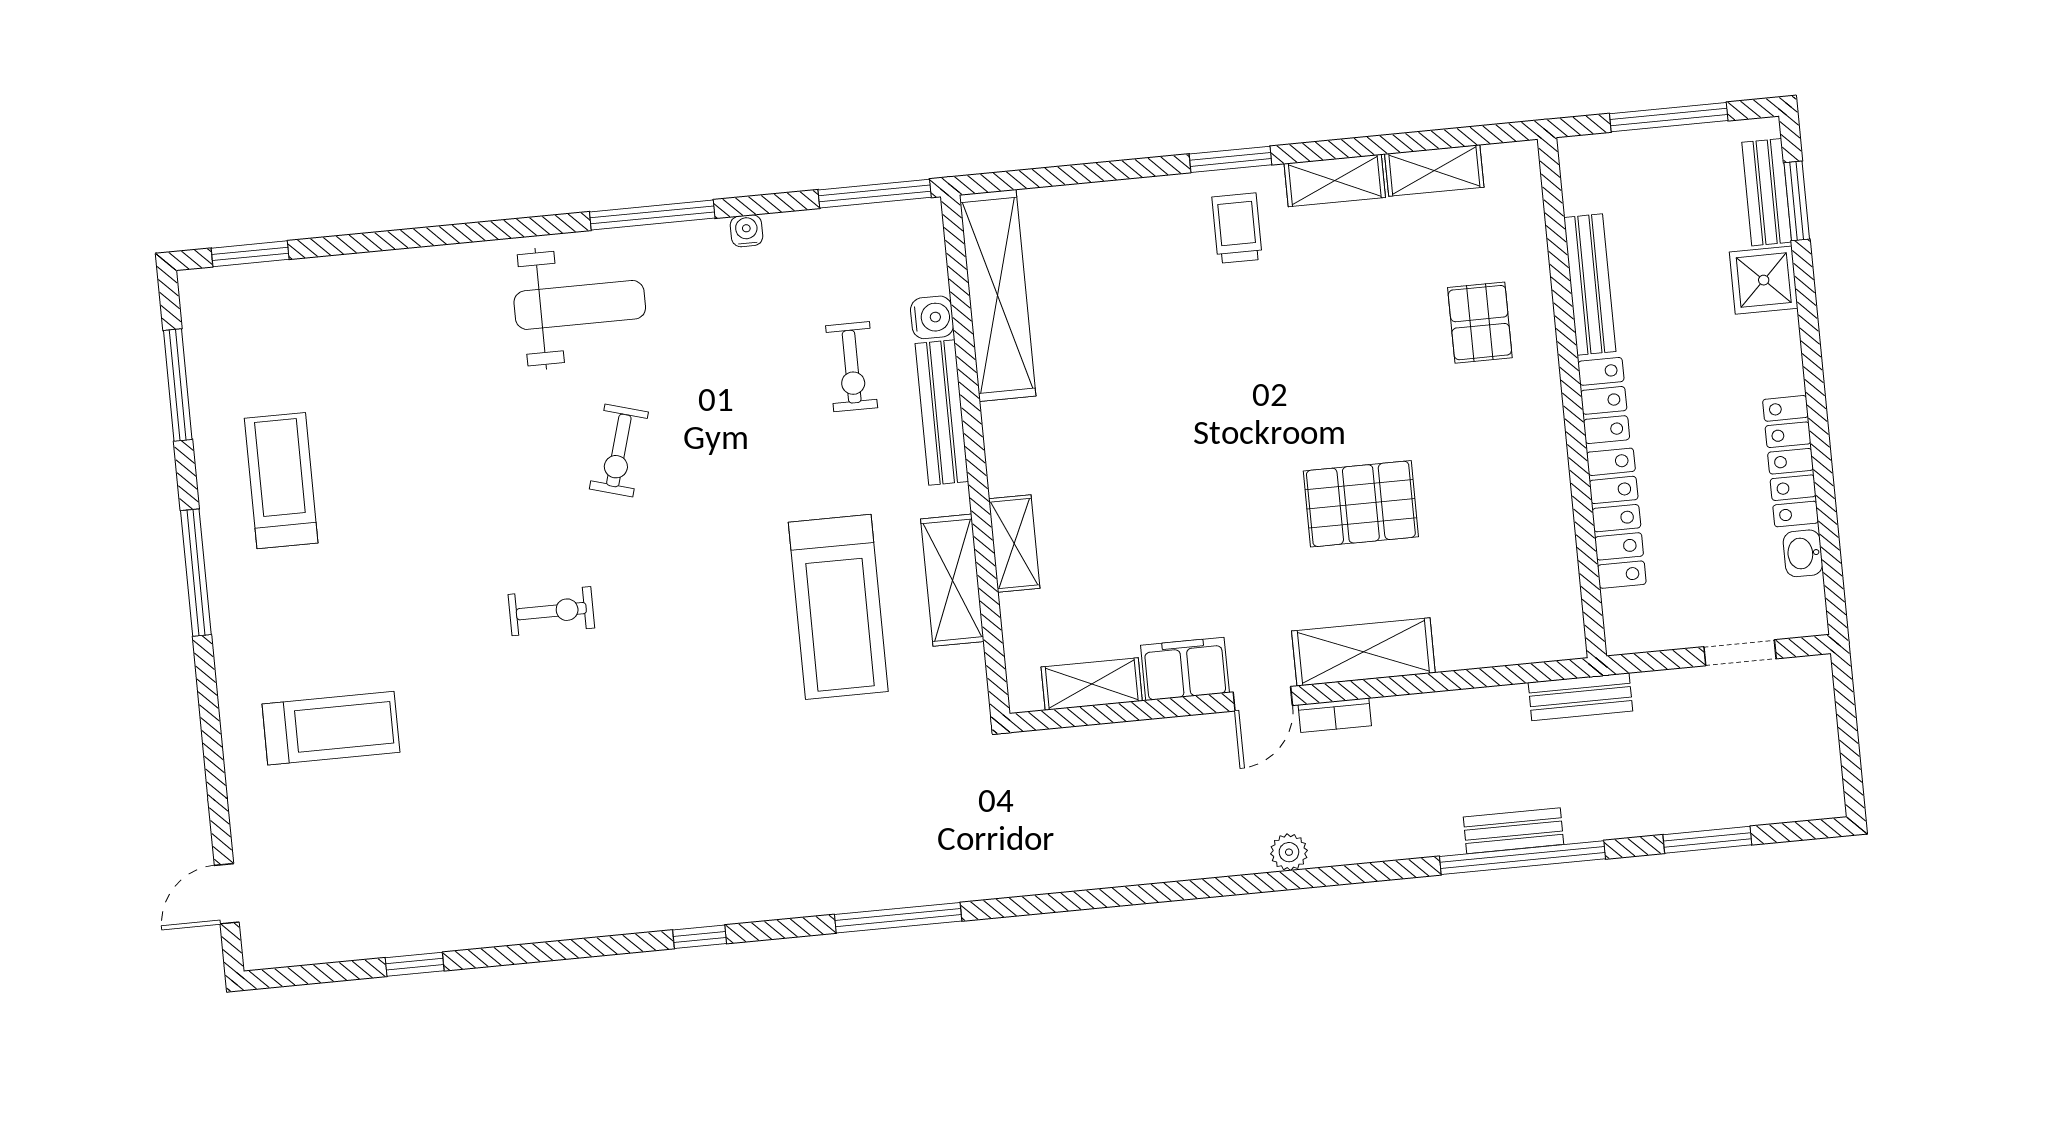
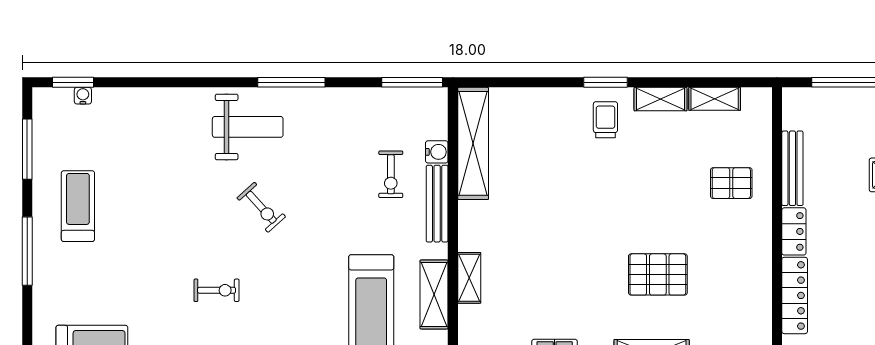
water cooler: (747, 231) -> (83, 96), moved
pallet: (1480, 323) -> (731, 183), turned 90
exercise bike: (619, 450) -> (261, 207), turned -58

